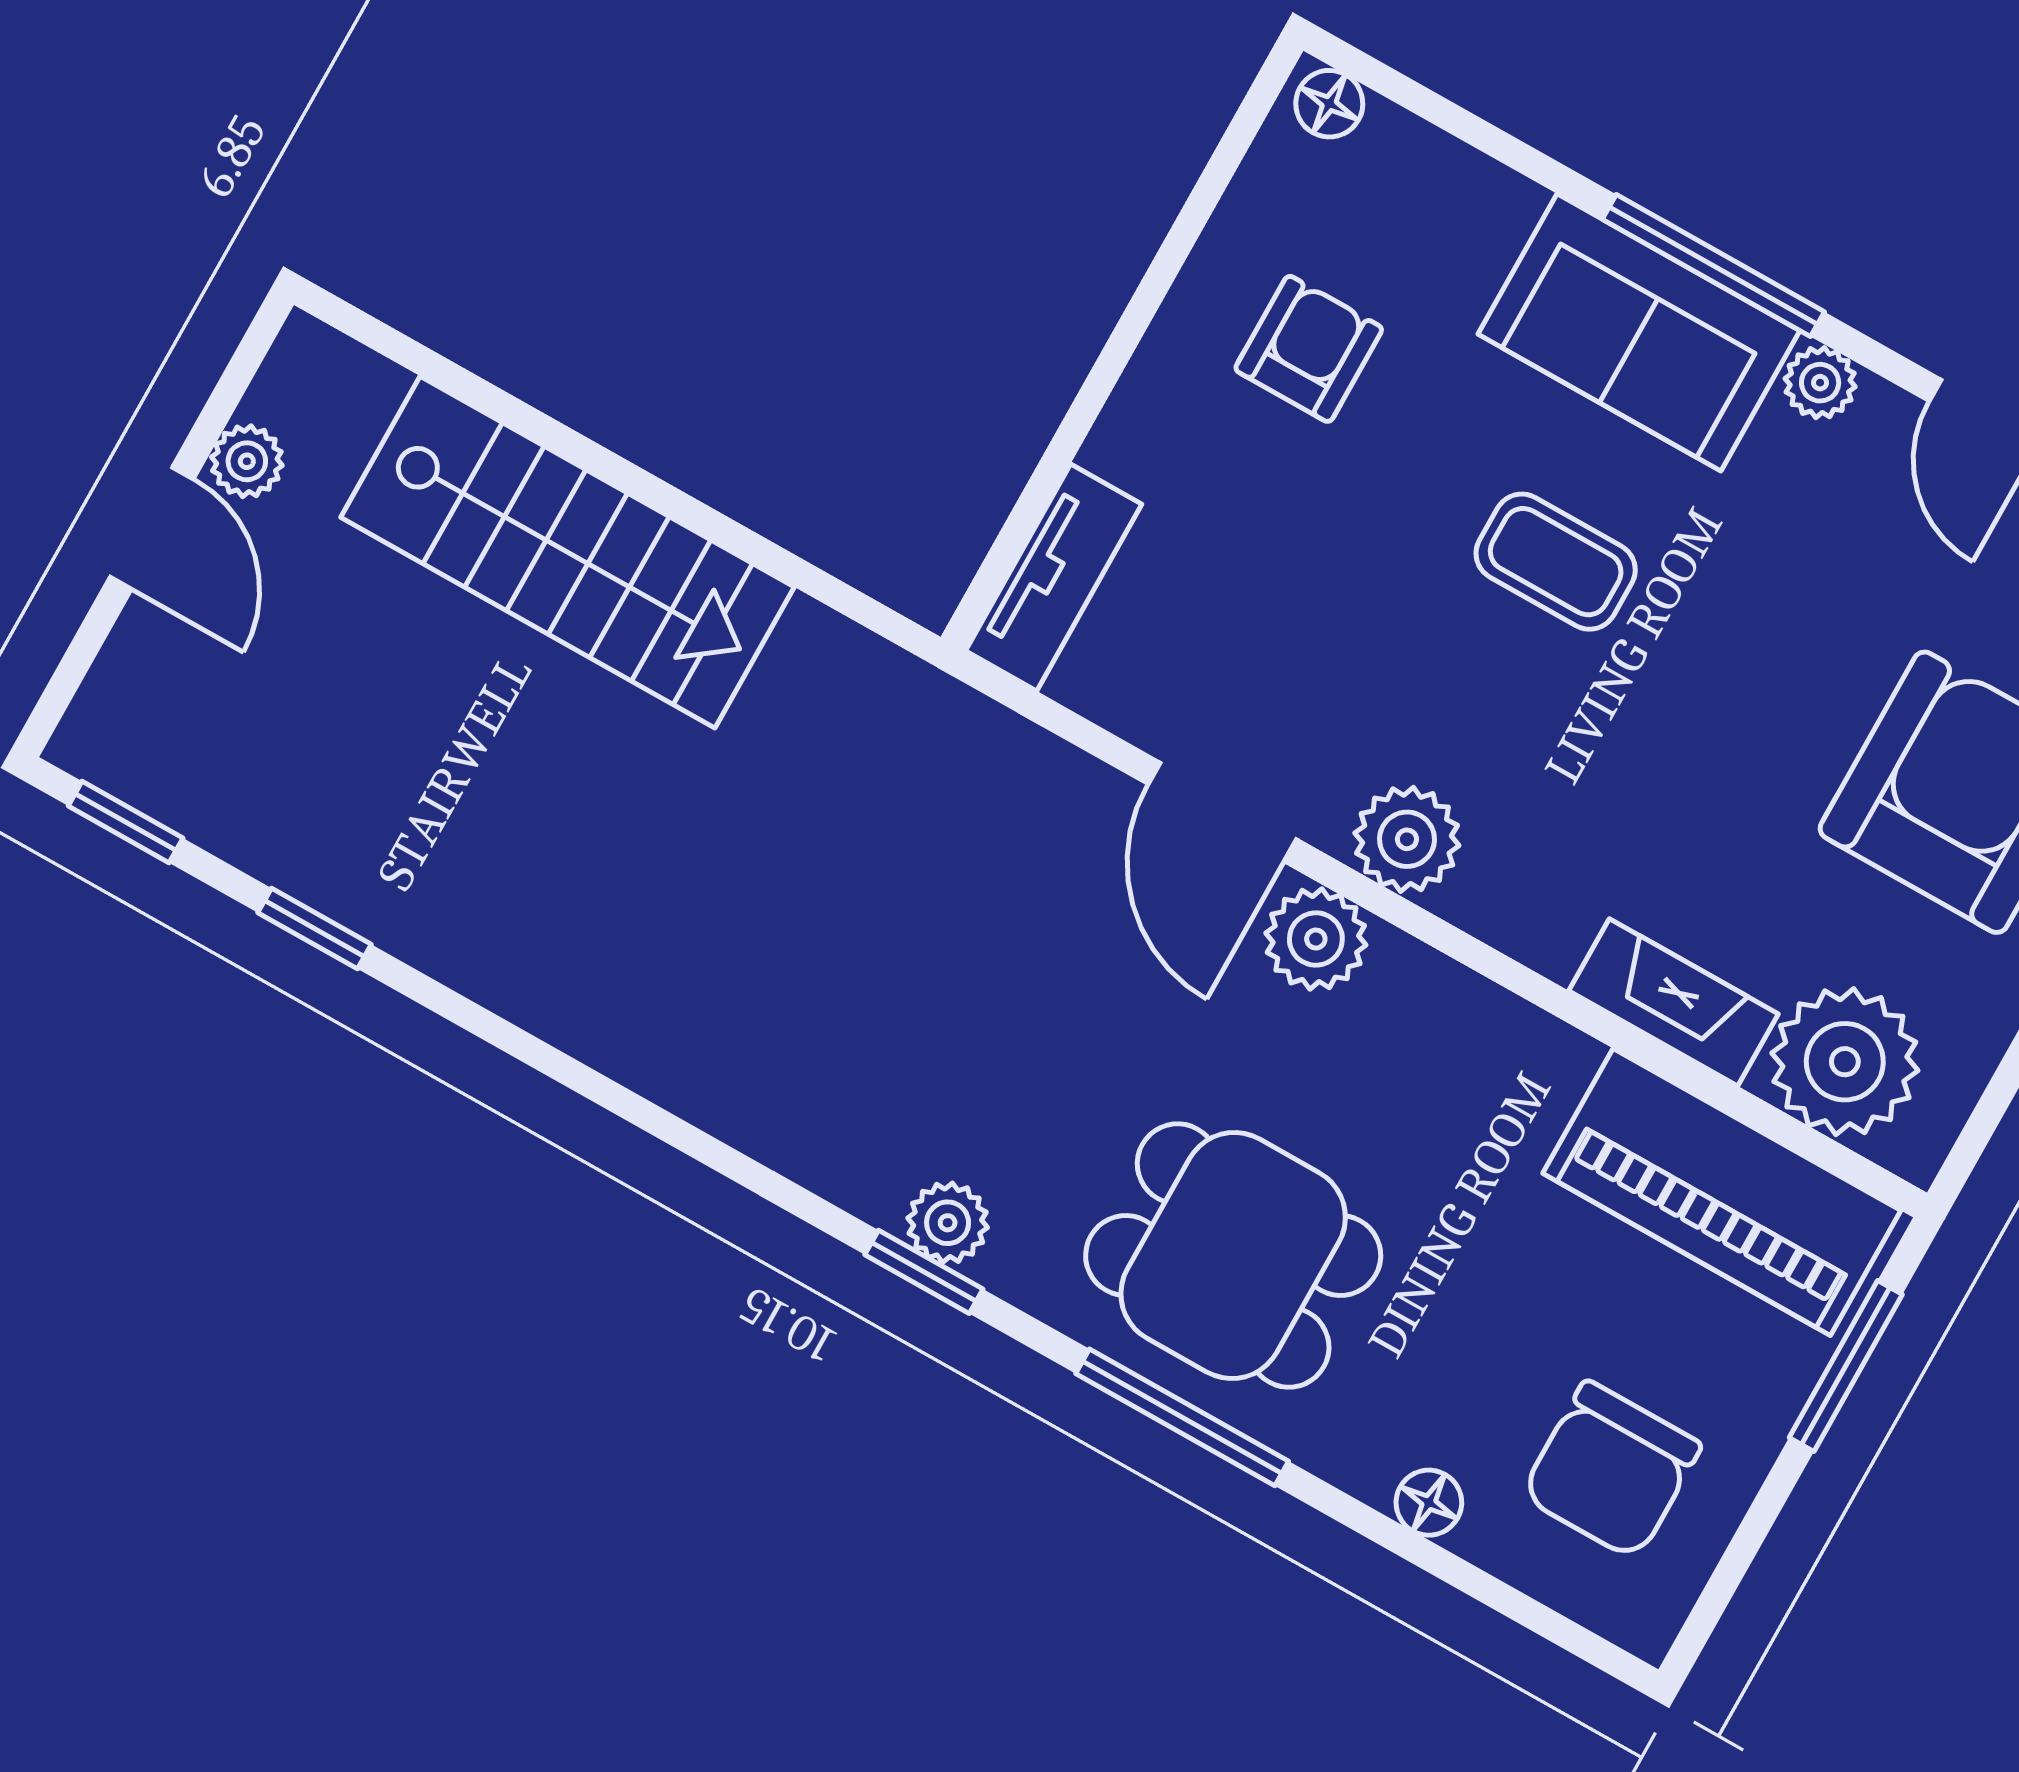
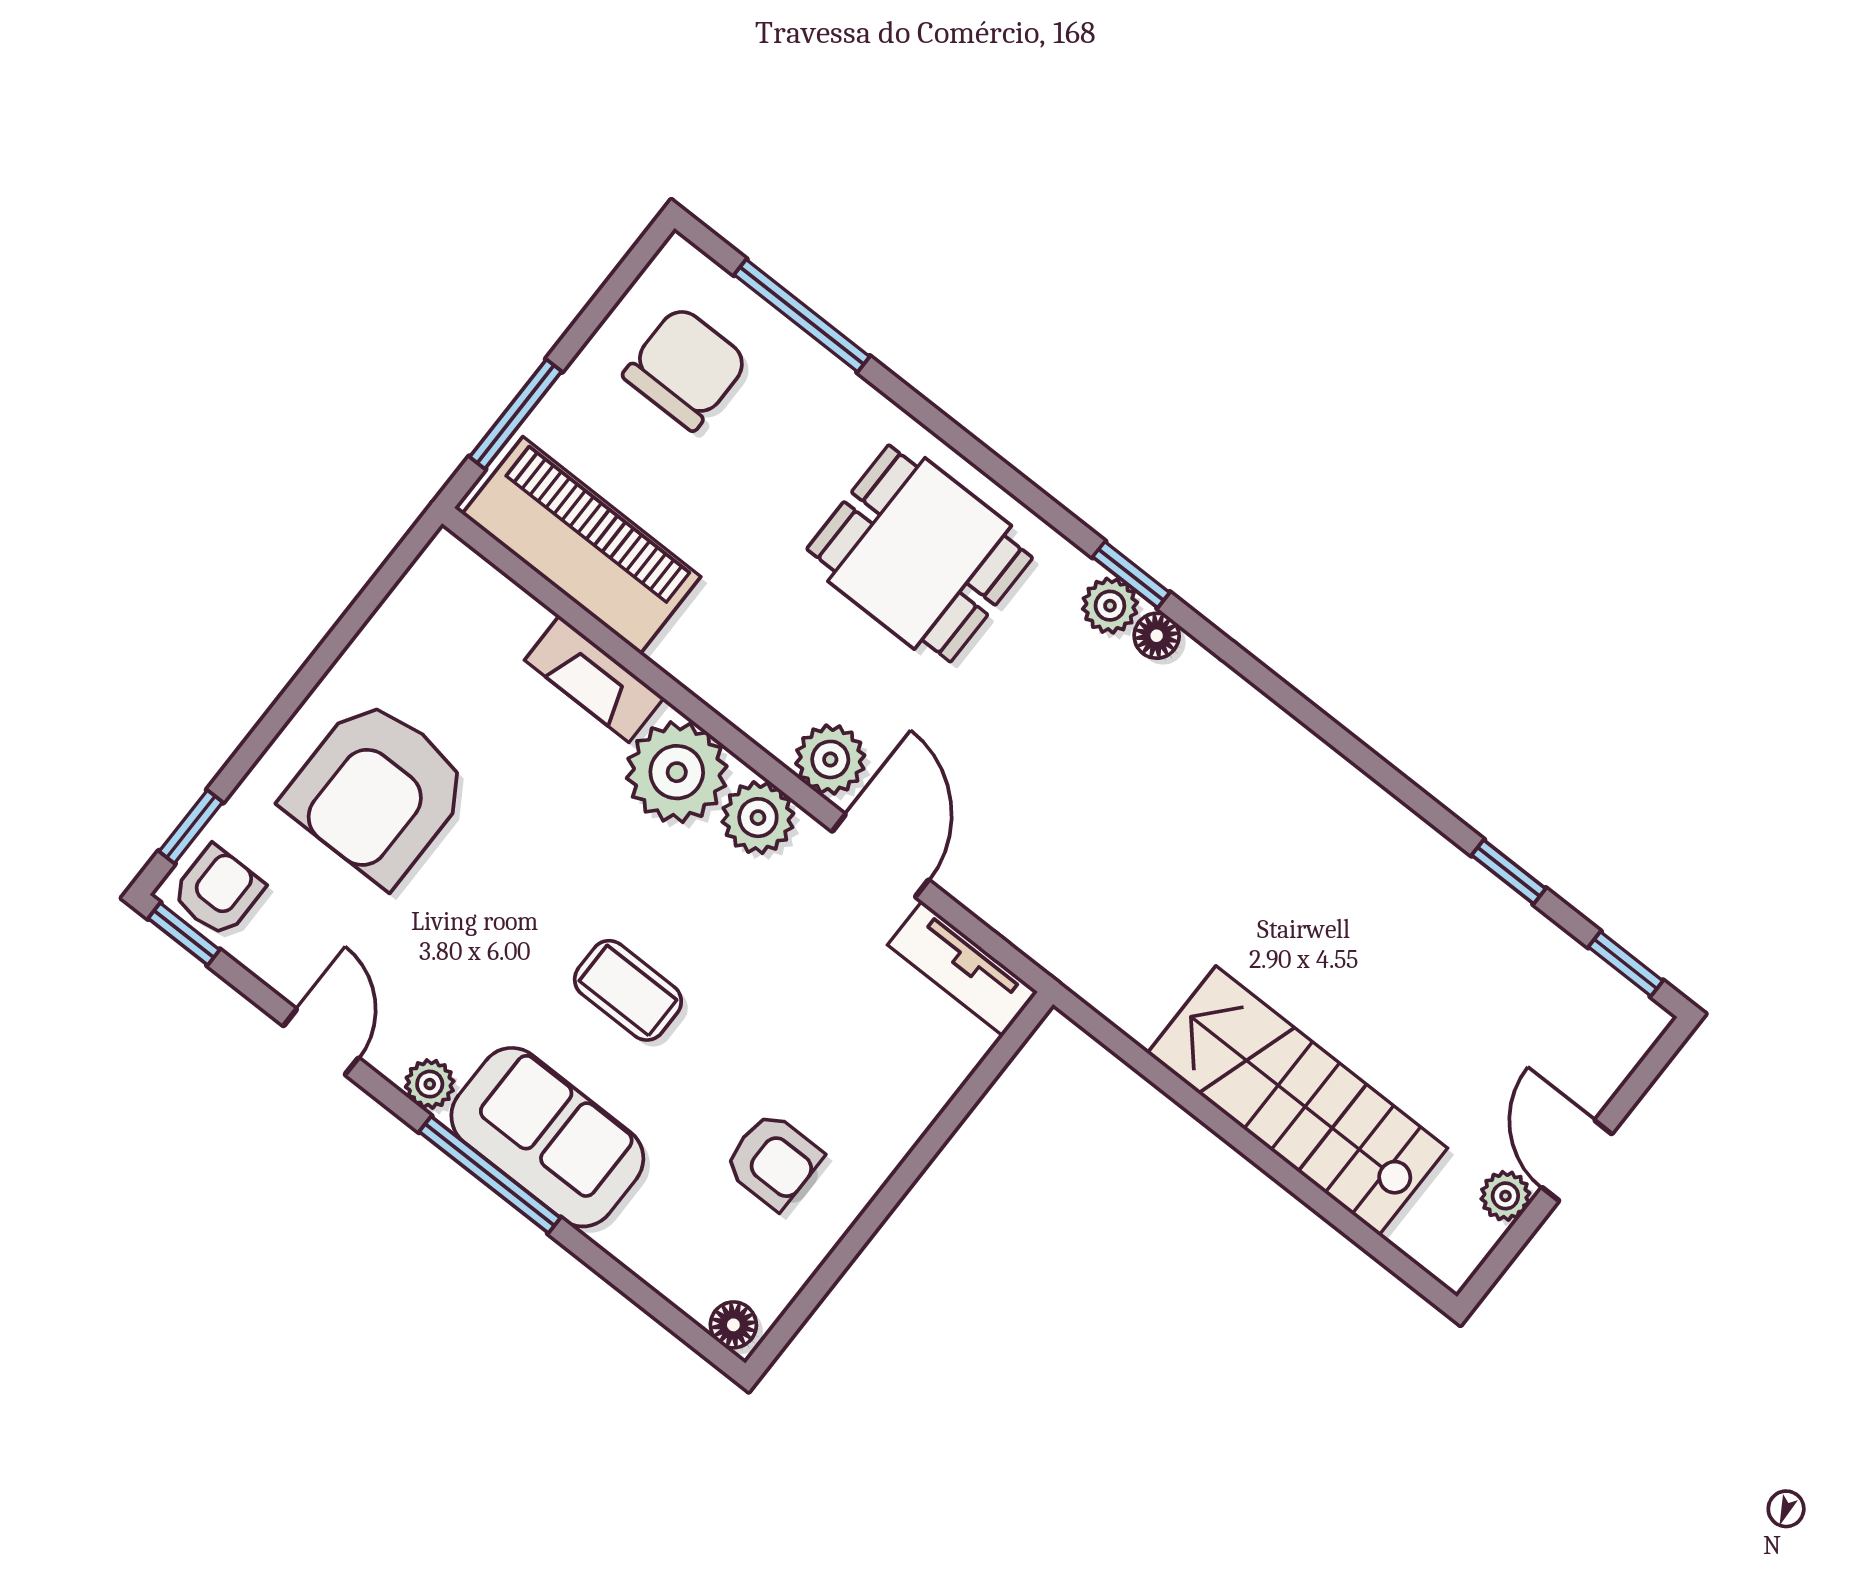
armchair: (1309, 349) -> (773, 1161), turned -90
tv unit: (1054, 578) -> (963, 968), moved, turned -90
plant: (1845, 1062) -> (677, 772), moved
window: (1182, 1417) -> (802, 316), moved
floor lamp: (1429, 1503) -> (1157, 636), moved

